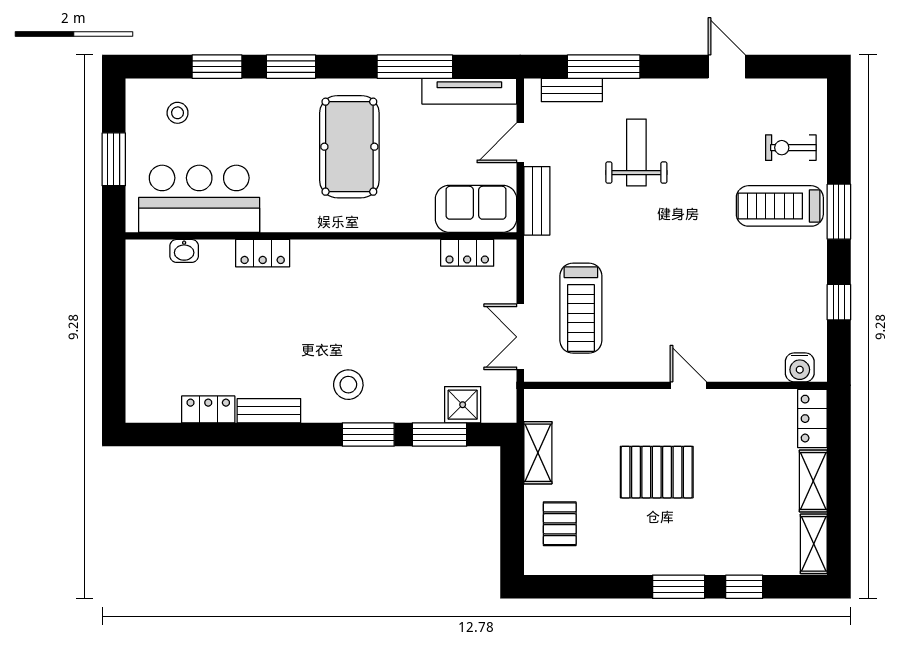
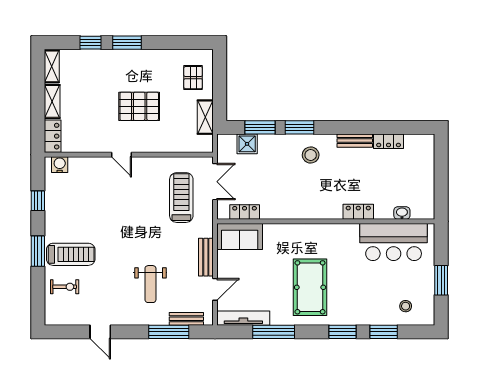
bar counter: (199, 199) -> (394, 242), moved
sofa: (476, 209) -> (240, 236), moved
wall: (321, 236) -> (326, 221), moved
washbasin: (184, 251) -> (402, 213), moved
locker: (263, 253) -> (358, 212), moved
locker: (467, 253) -> (245, 212), moved

